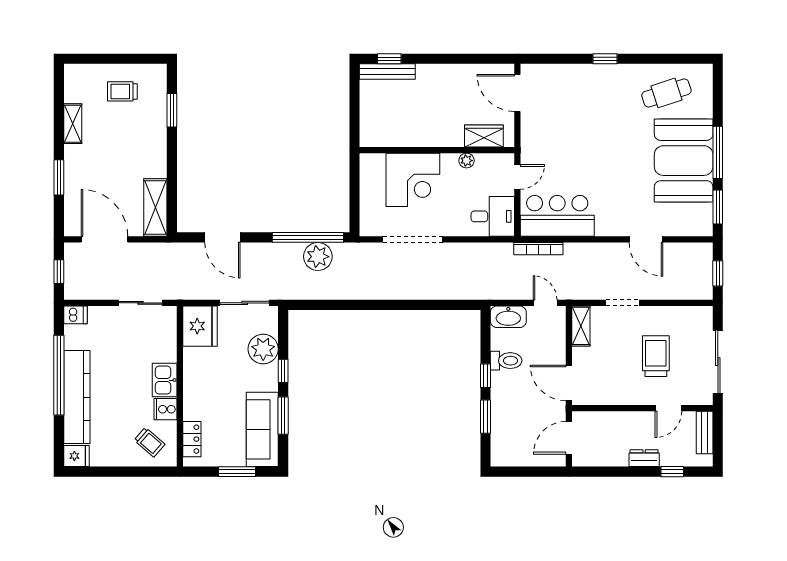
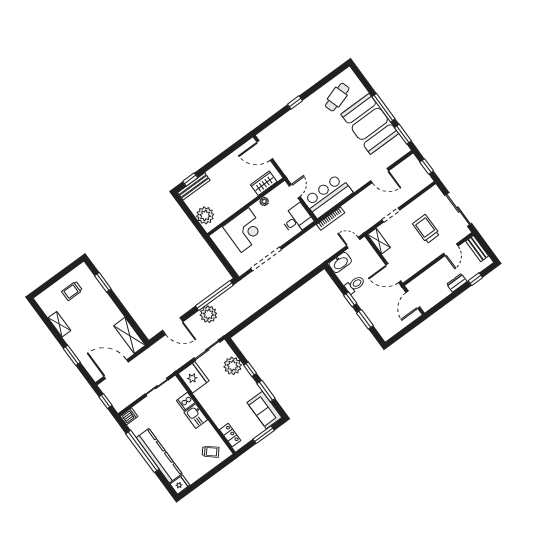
plant: (374, 121) -> (205, 215), added
plant: (318, 257) -> (208, 314), moved
cooker: (166, 409) -> (186, 402), moved
sofa: (262, 429) -> (264, 410), width x0.73

